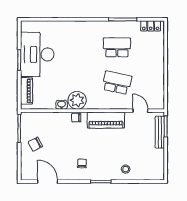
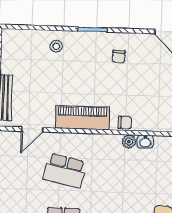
plant: (77, 100) -> (129, 141), width x0.53, depth x0.53
door: (140, 111) -> (32, 129), hinge flipped

